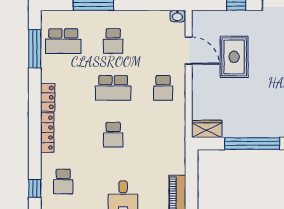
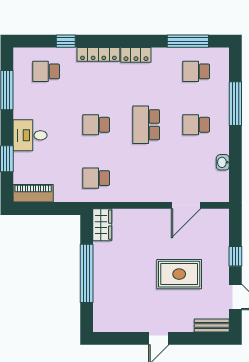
washbasin: (177, 16) -> (223, 162), moved
school desk: (63, 41) -> (196, 71), width x0.54
rug: (234, 57) -> (179, 274), moved
school desk: (163, 88) -> (96, 178), moved
window: (35, 188) -> (66, 41), moved

